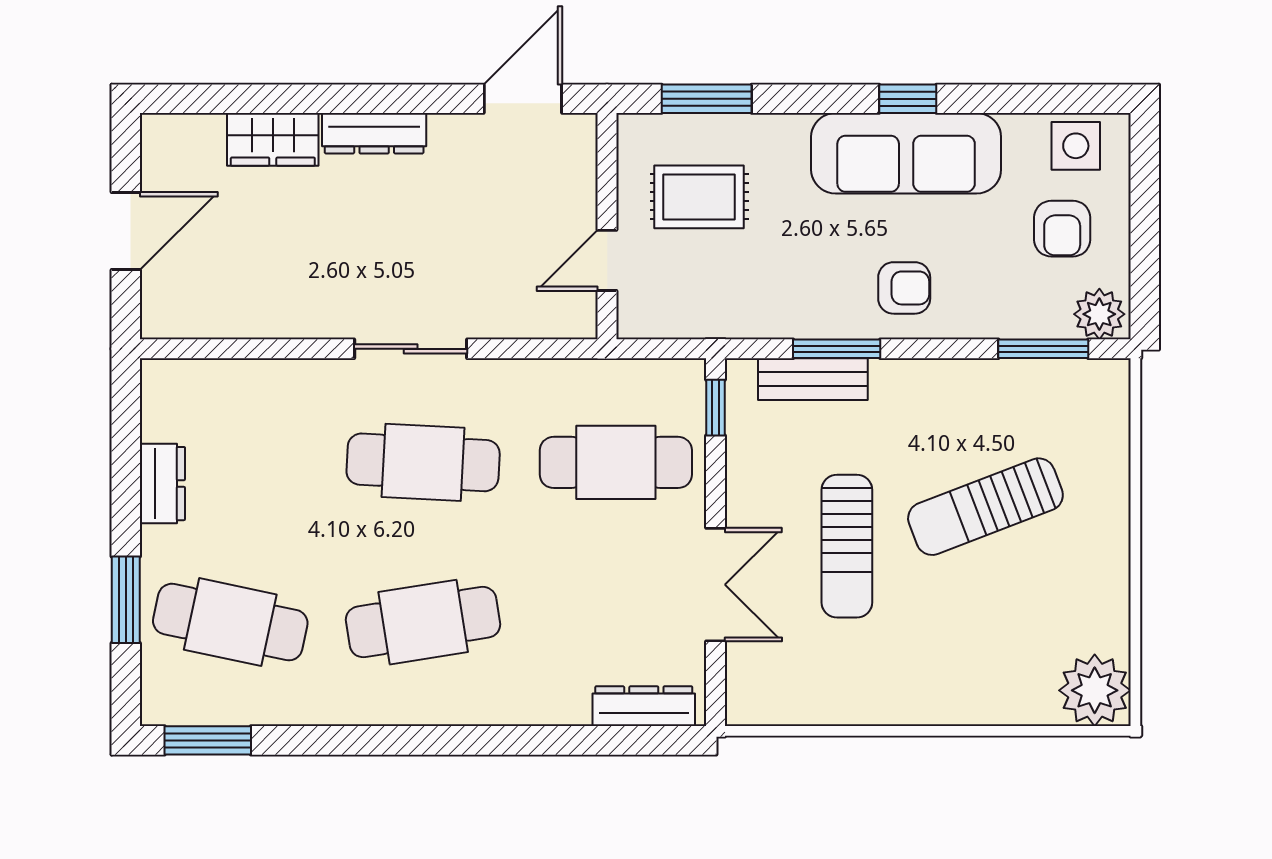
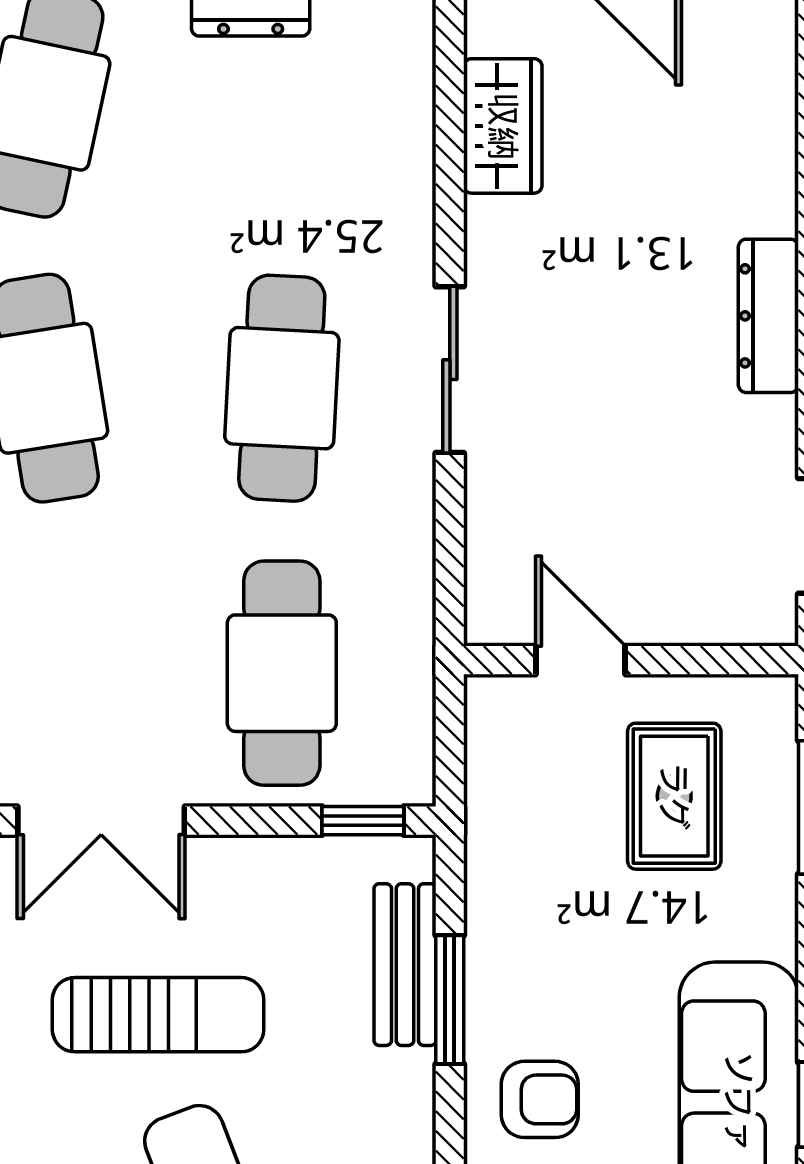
wardrobe: (273, 139) -> (503, 126), moved, turned 180
armchair: (904, 288) -> (540, 1099), turned -90
sun lounger: (847, 546) -> (158, 1015), turned 180

